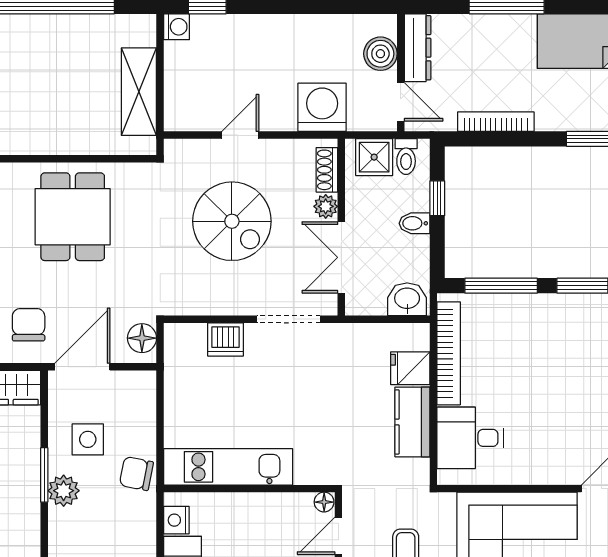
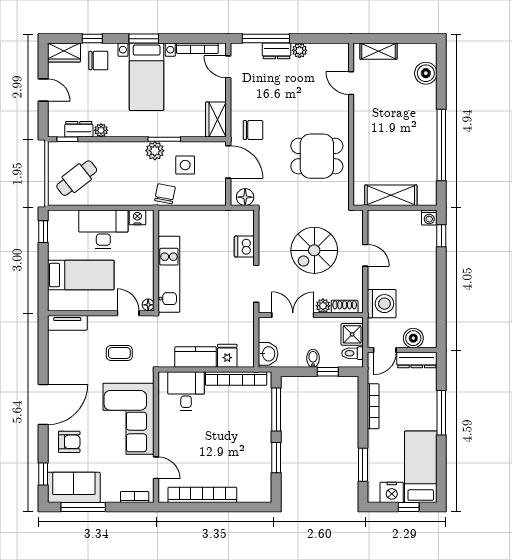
kitchen unit: (228, 467) -> (169, 274), moved

